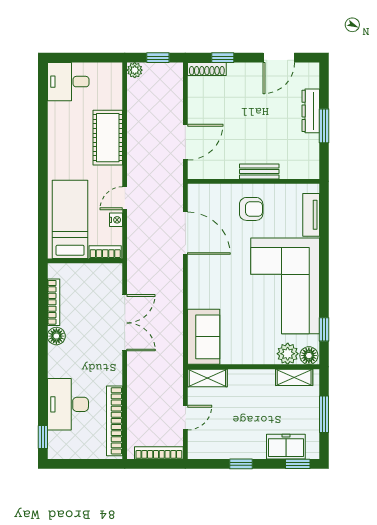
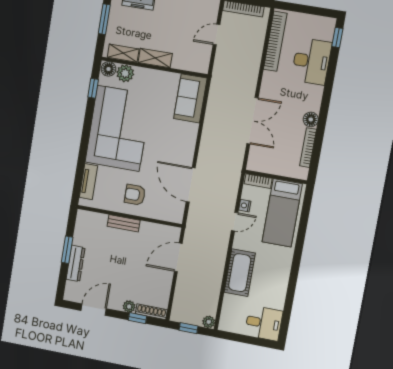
plant: (235, 70) -> (129, 307), added
double door: (125, 323) -> (252, 121), swing flipped
shelving: (207, 378) -> (155, 58), moved

